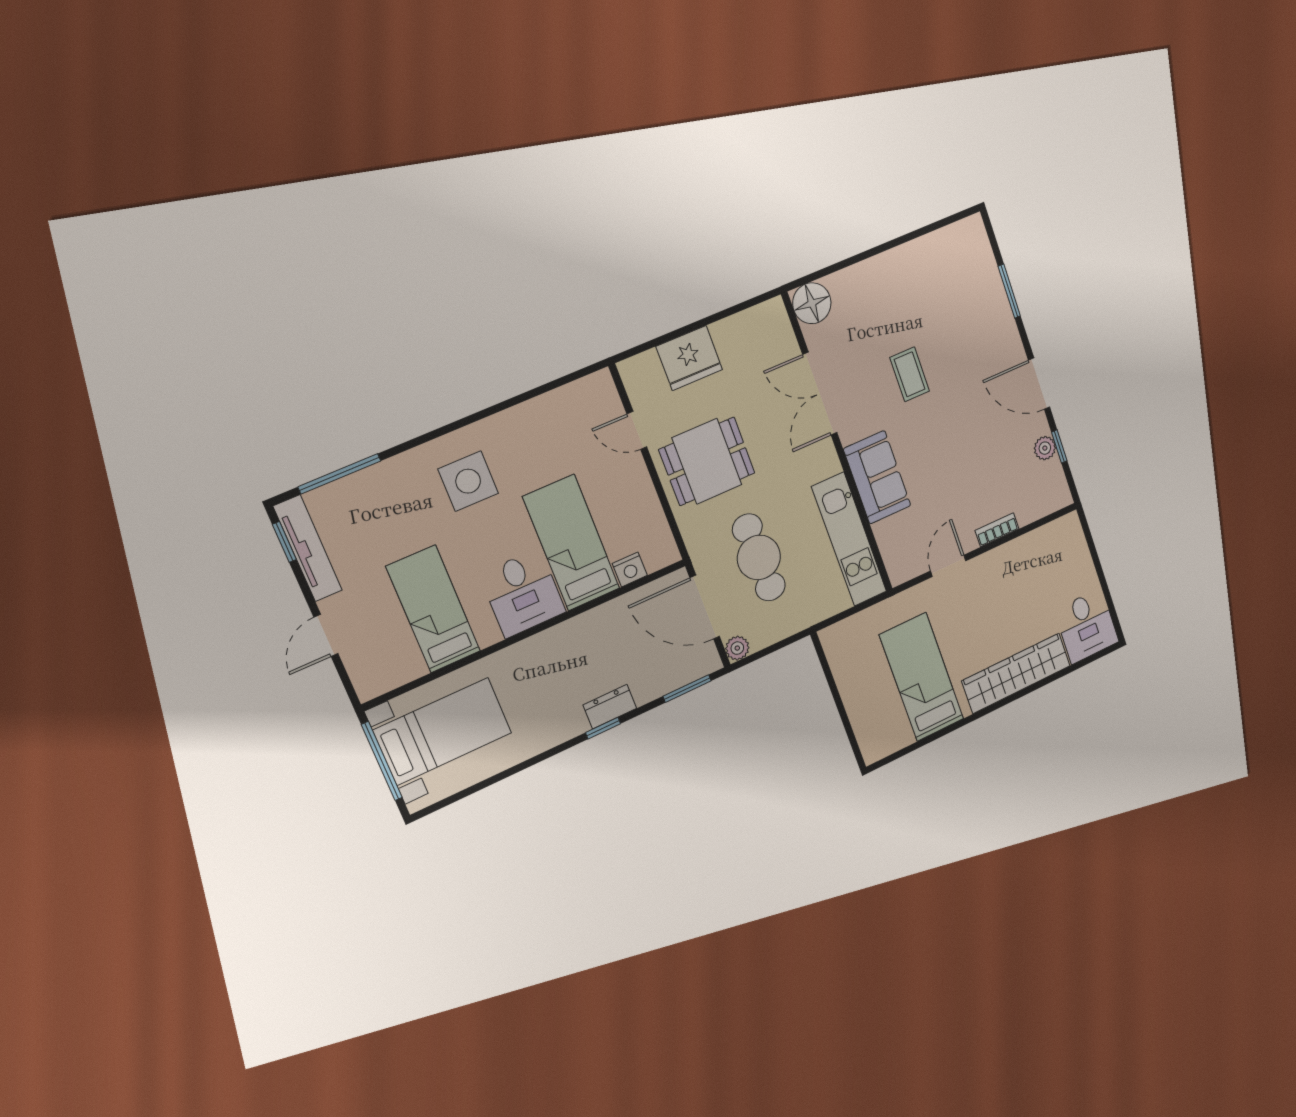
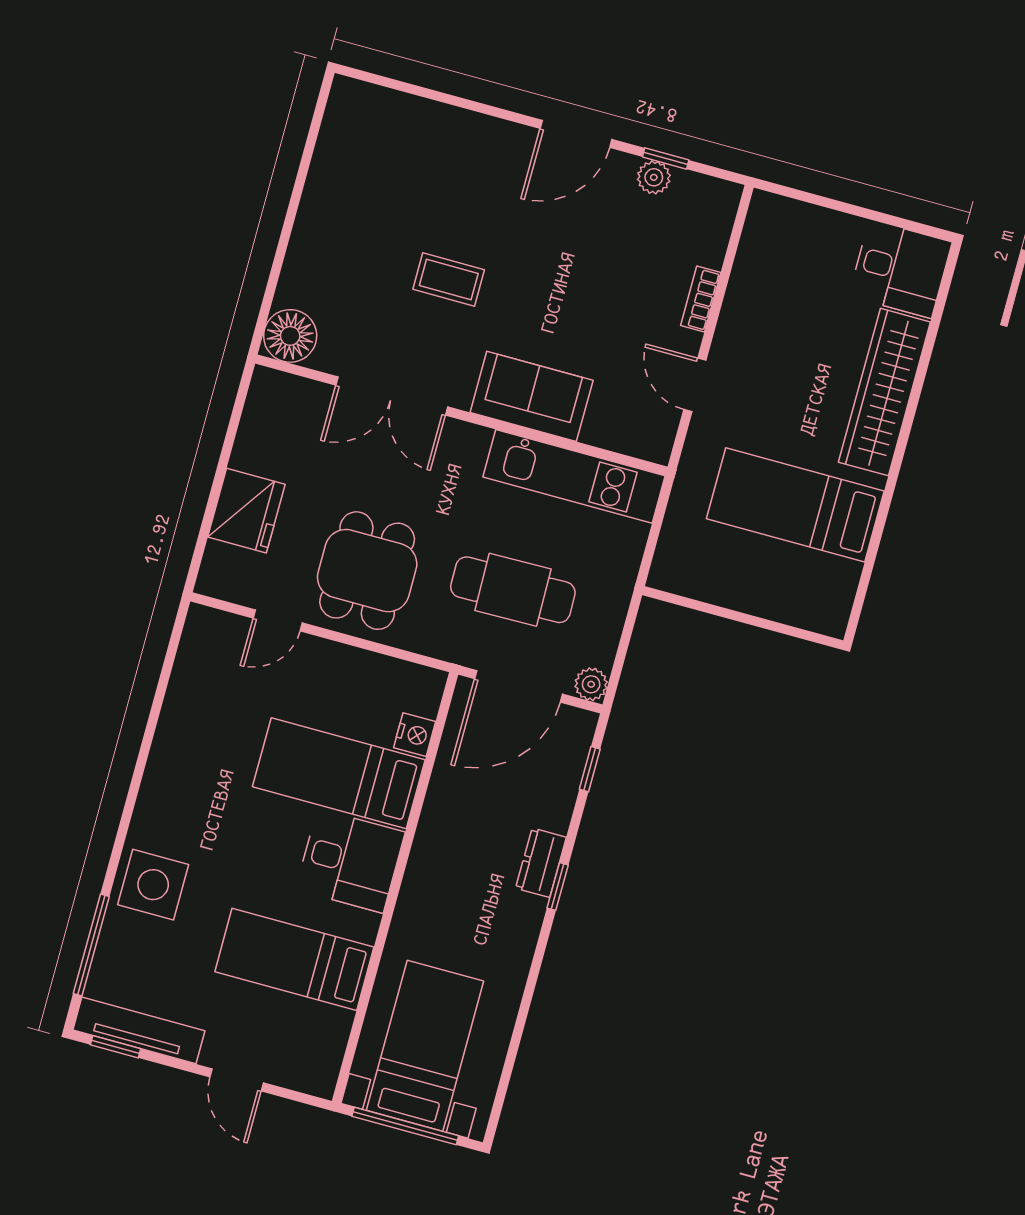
window: (1009, 291) -> (447, 99), removed
side table: (468, 481) -> (153, 885), moved
window: (687, 689) -> (590, 769), width x0.67

